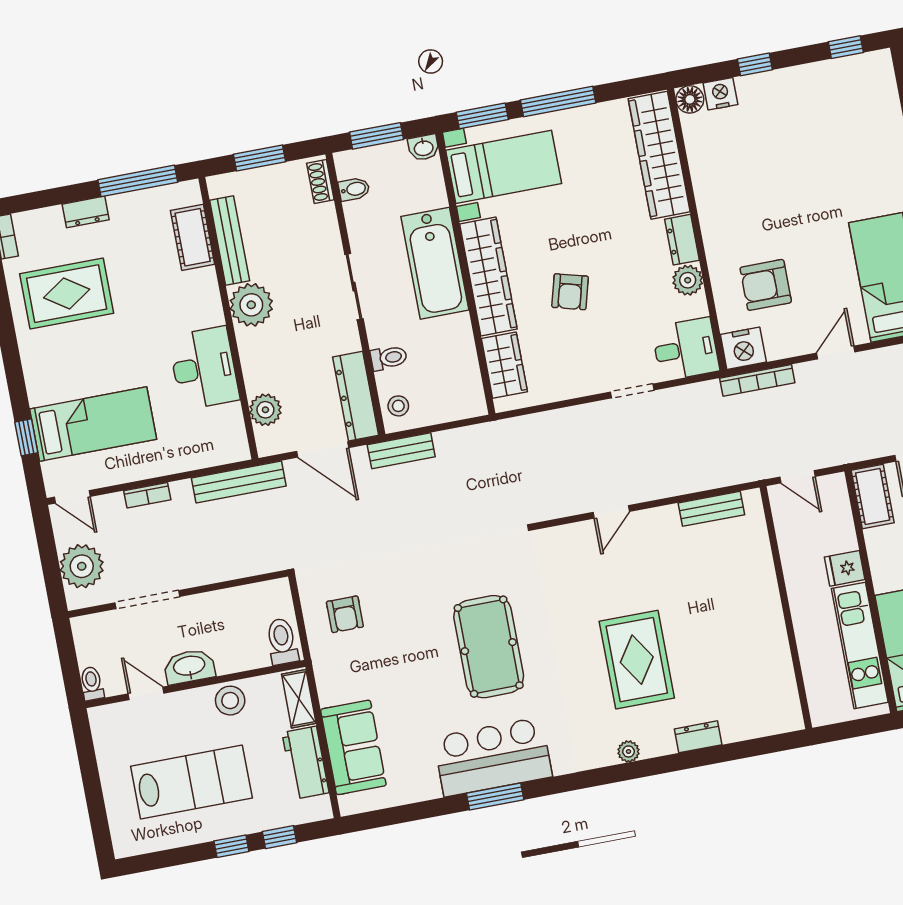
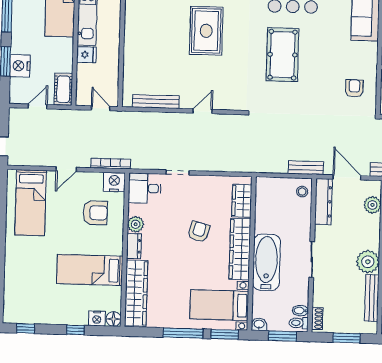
bed: (753, 179) -> (90, 270), added
toilet: (389, 358) -> (299, 323), moved
bench: (711, 509) -> (156, 102), width x1.36

